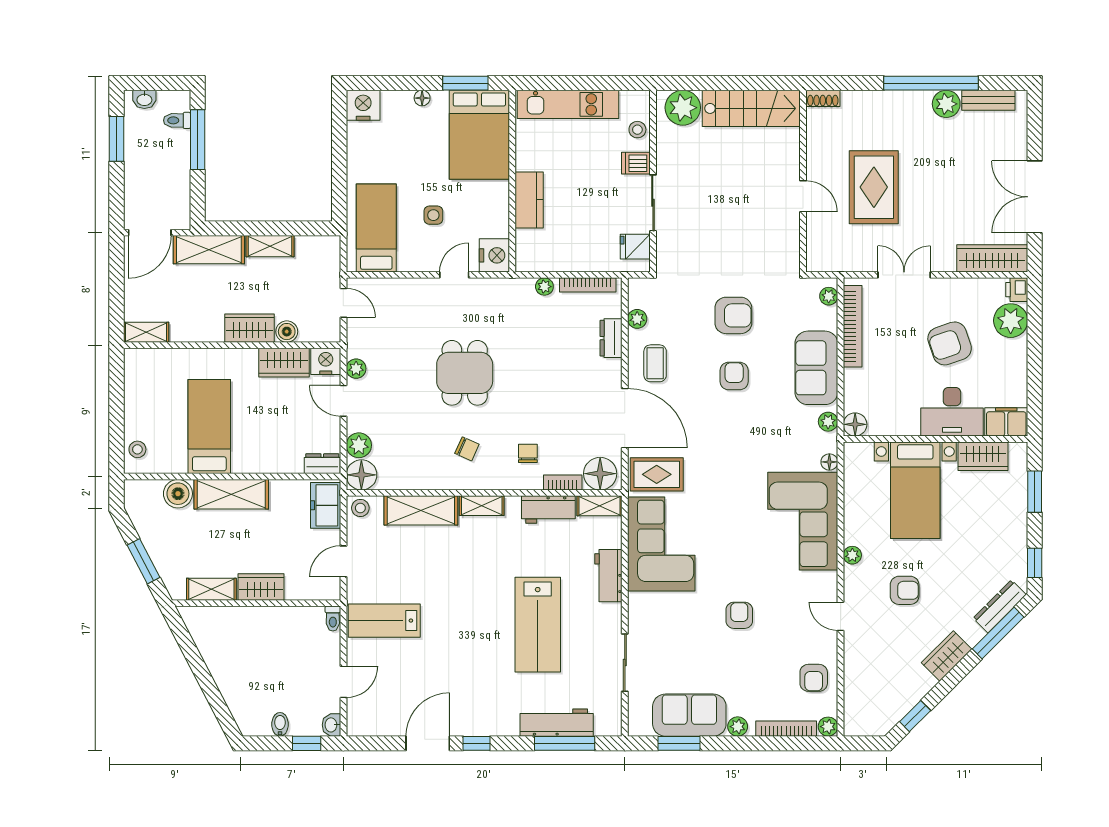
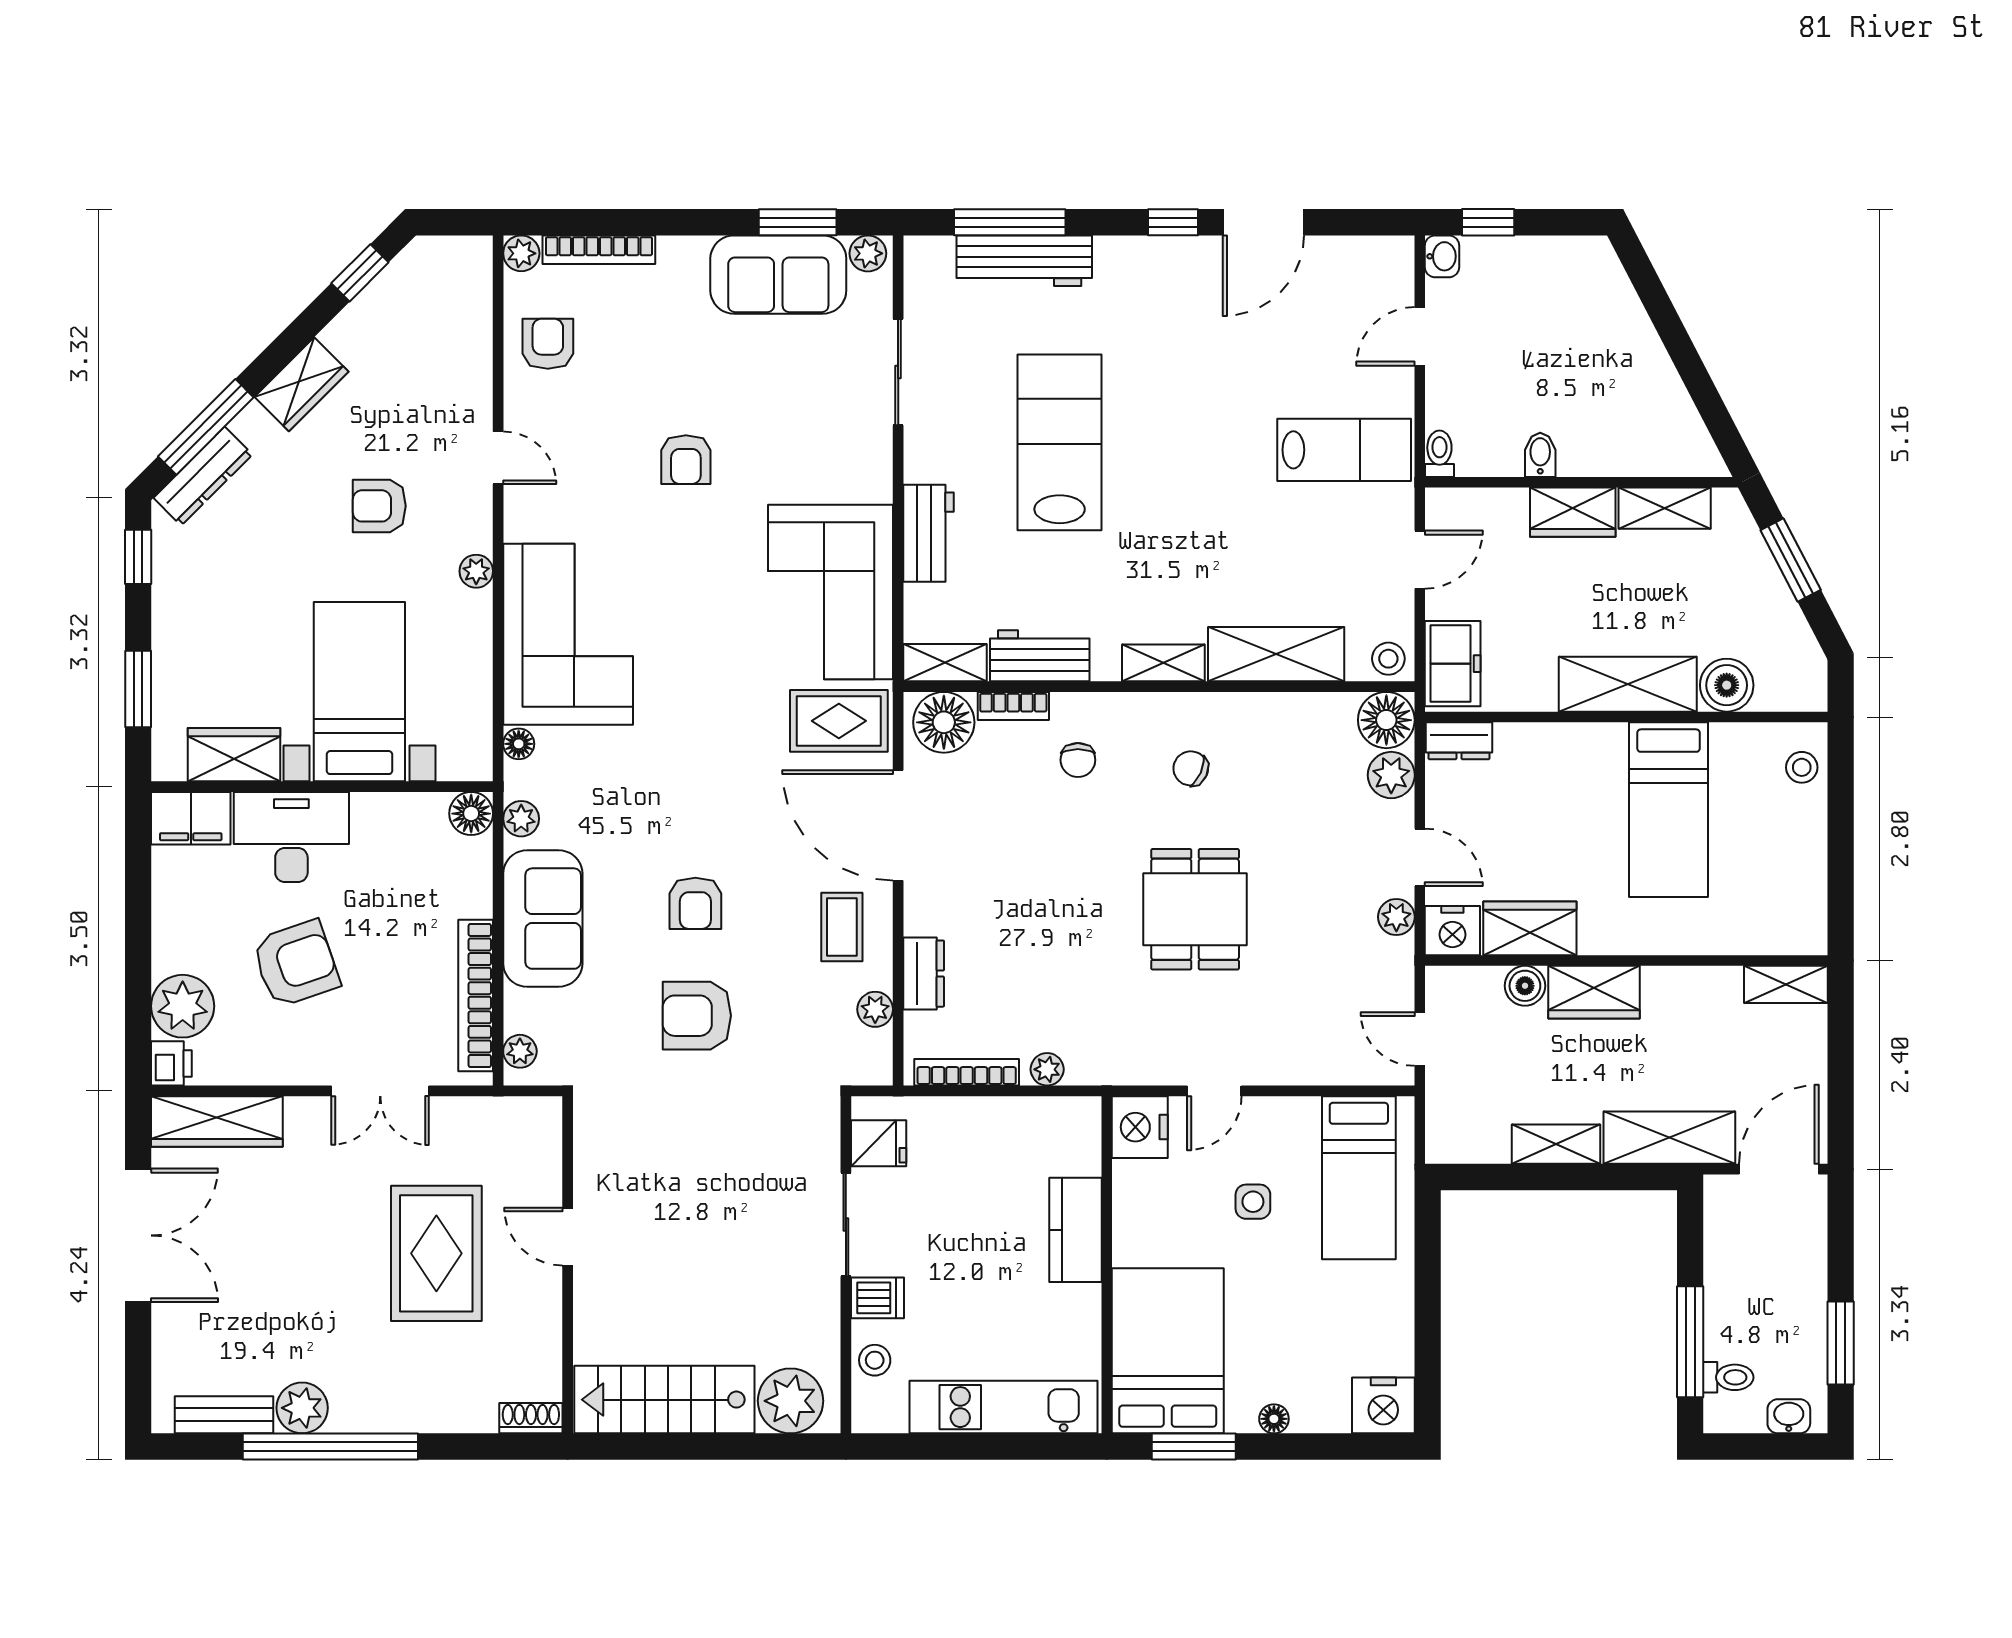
bidet: (280, 724) -> (1540, 455), moved, turned 180
plant: (738, 727) -> (868, 253), moved

